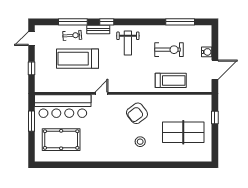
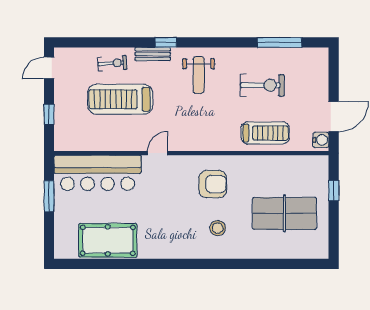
window: (73, 22) -> (113, 42), removed
water cooler: (207, 52) -> (321, 140), moved
armchair: (137, 113) -> (213, 184), turned -143
pool table: (61, 140) -> (108, 240), moved

